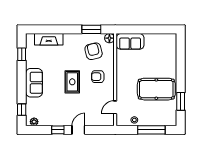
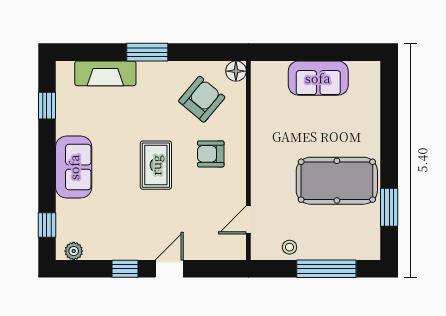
window: (91, 29) -> (147, 52), moved
sofa: (130, 41) -> (318, 78), moved
armchair: (94, 51) -> (202, 99), turned 54

